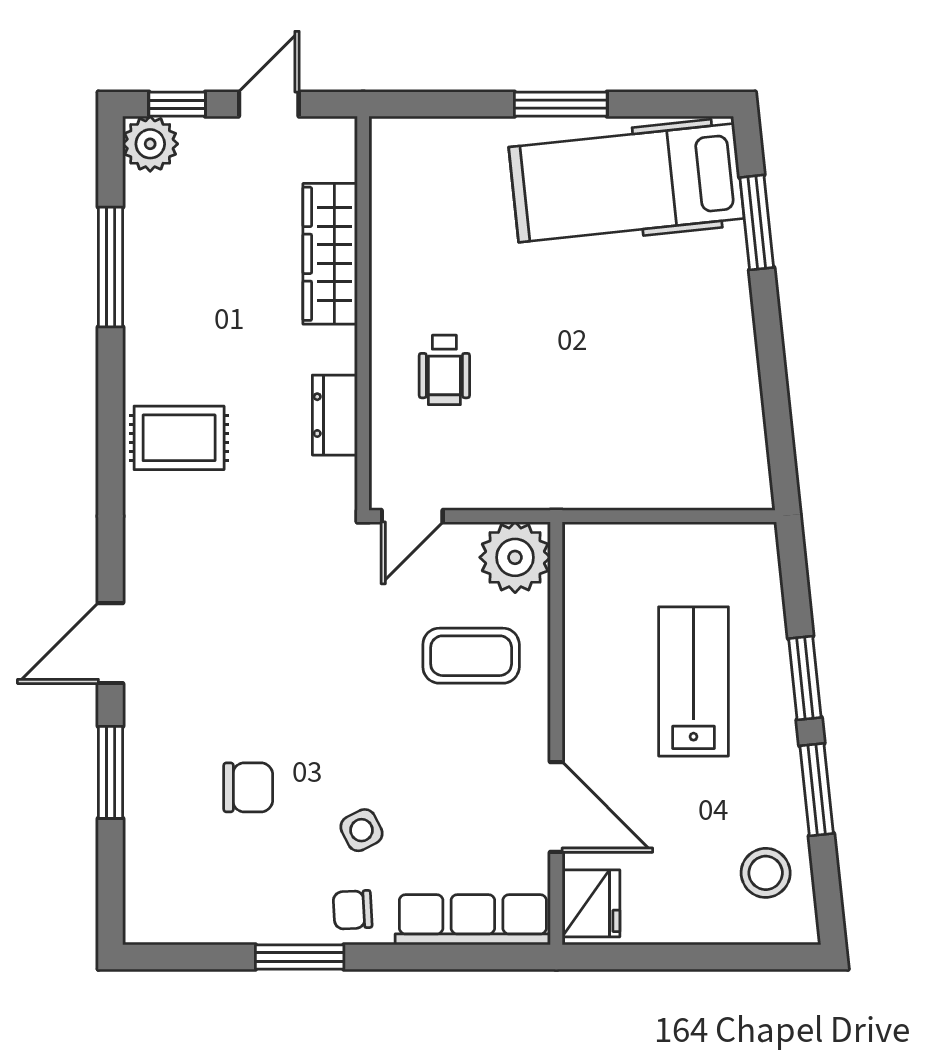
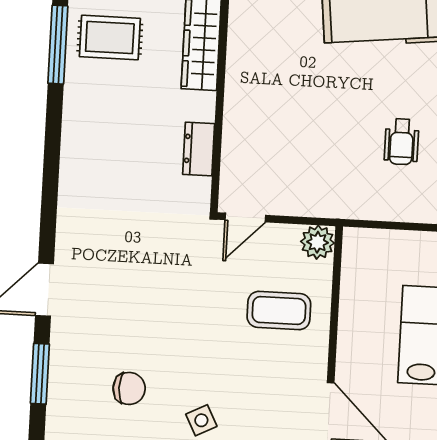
wheelchair: (444, 370) -> (402, 142), moved
rug: (179, 438) -> (110, 38), moved
plant: (515, 557) -> (318, 242), width x0.73, depth x0.73

